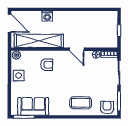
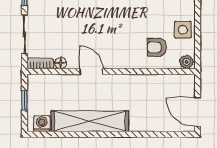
washing machine: (47, 16) -> (42, 124), moved
shelving: (39, 41) -> (90, 121), moved
armchair: (47, 65) -> (157, 47), moved

